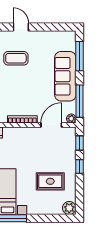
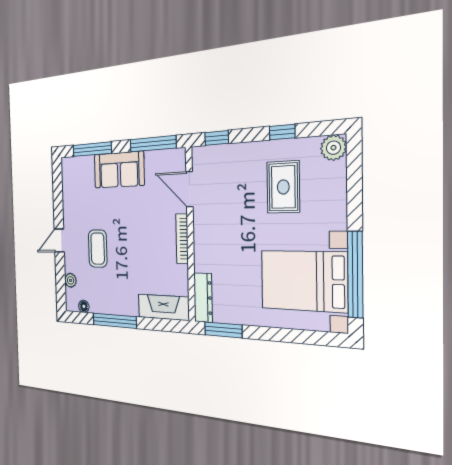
sofa: (65, 76) -> (119, 170), width x0.73
plant: (71, 119) -> (179, 156), removed
window: (79, 167) -> (282, 132), moved

